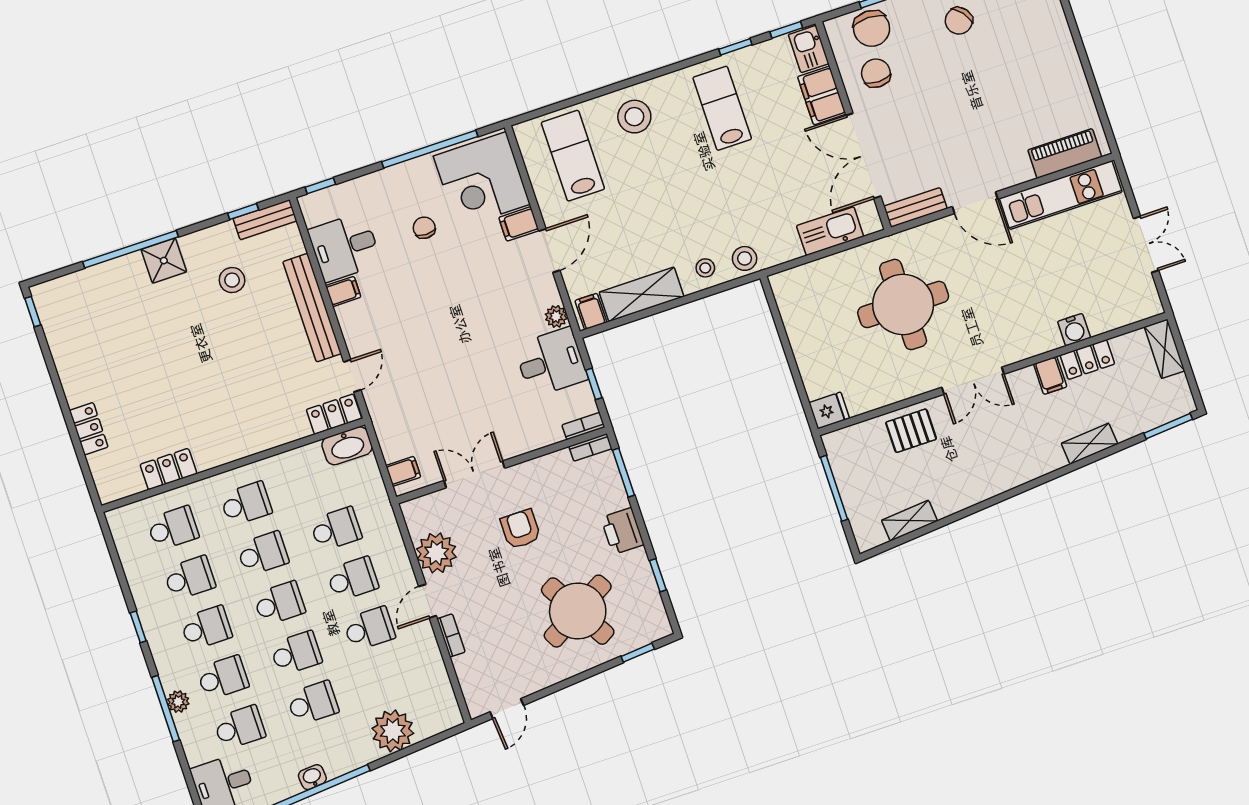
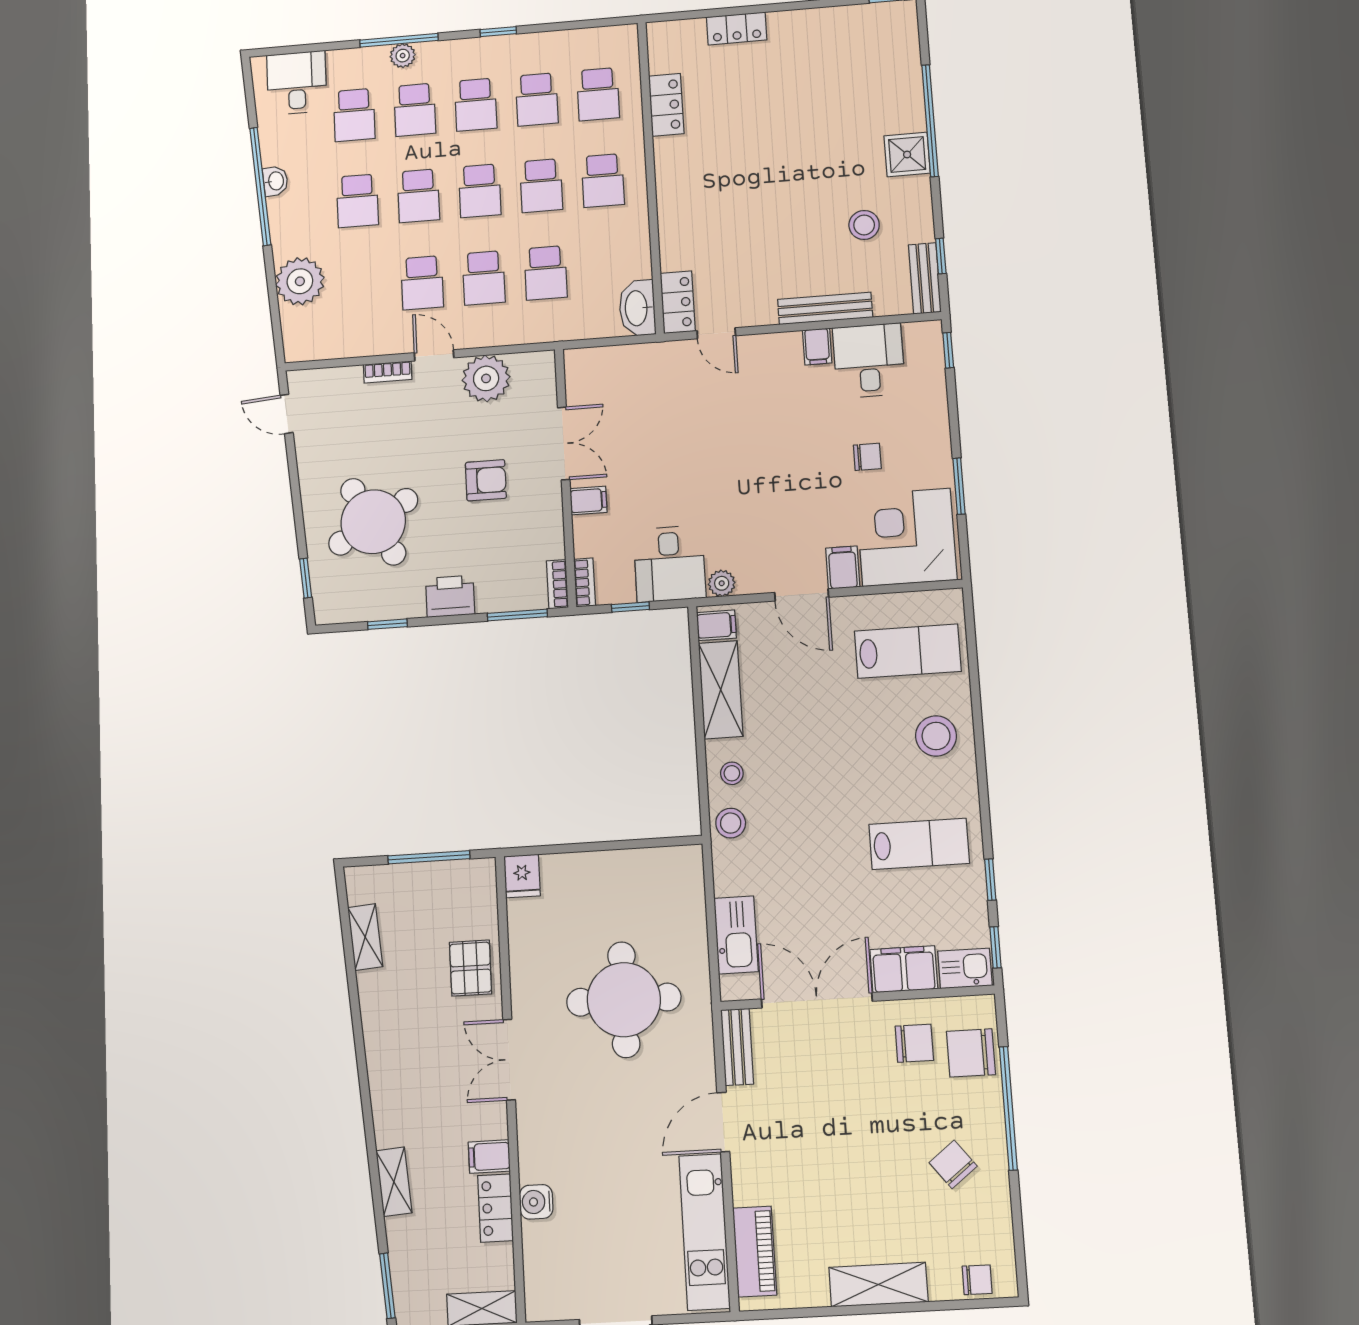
shelving: (1063, 54) -> (878, 1285), added
window: (430, 149) -> (959, 486), width x0.47
bench: (312, 308) -> (825, 308), width x0.73, depth x0.82
filing cabinet: (403, 471) -> (588, 501), moved, turned -90

